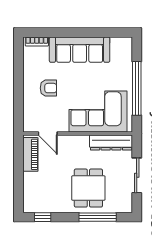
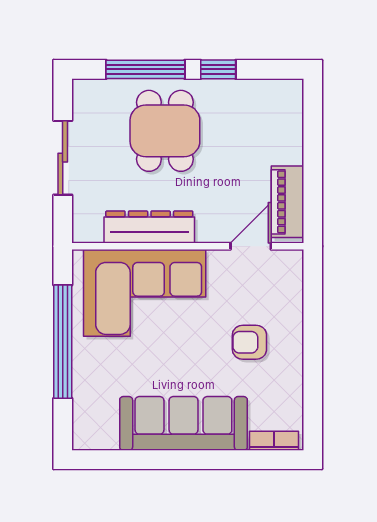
door: (48, 133) -> (251, 246), hinge flipped
dresser: (111, 143) -> (149, 227), moved
window: (43, 217) -> (218, 69), moved

